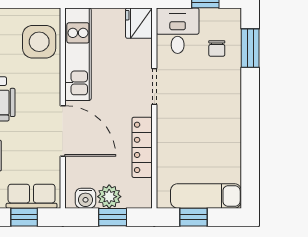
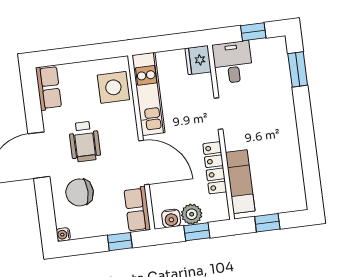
chair: (217, 48) -> (269, 73), removed
row of seats: (32, 196) -> (137, 209), moved, turned -90
exam couch: (206, 196) -> (240, 182), moved, turned 90

